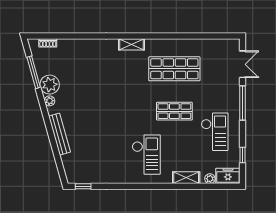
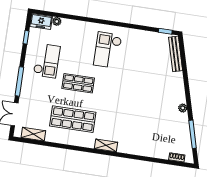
plant: (50, 85) -> (181, 122), removed
checkout: (215, 132) -> (47, 61), turned 180
bench: (60, 134) -> (176, 54), moved
shelving: (186, 178) -> (33, 134), moved

